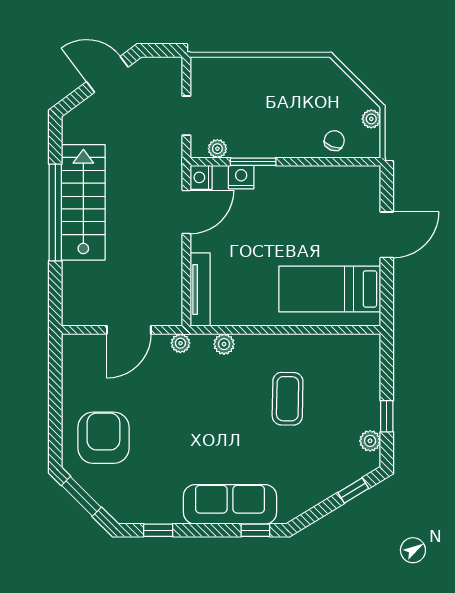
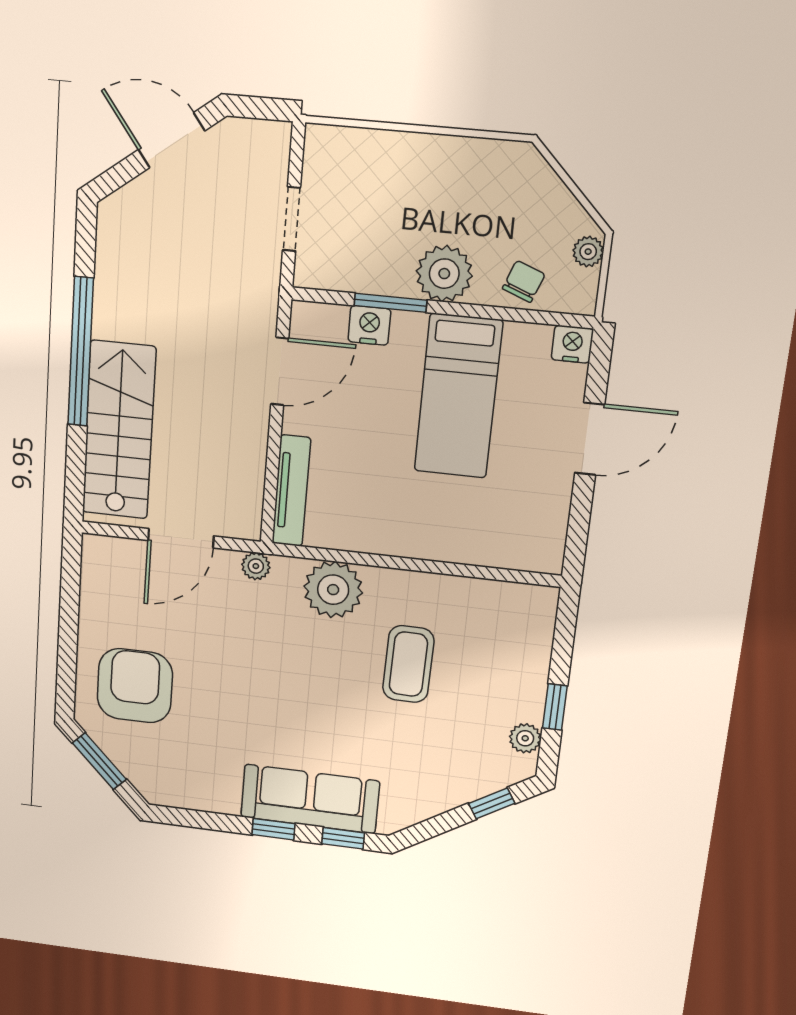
plant: (217, 149) -> (444, 274), moved, width x1.88, depth x1.88
nightstand: (201, 177) -> (572, 344), moved, turned 90
stairs: (83, 202) -> (119, 430), moved
bed: (330, 289) -> (458, 396), moved, turned -90
plant: (224, 344) -> (333, 590), width x1.87, depth x1.87
window: (158, 530) -> (273, 829), moved

